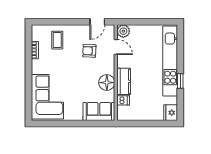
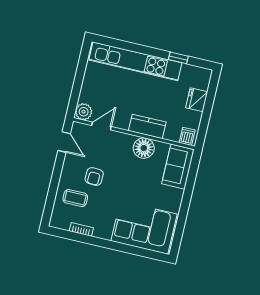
armchair: (89, 51) -> (94, 177), moved
window: (180, 81) -> (178, 58), moved
dishwasher: (123, 100) -> (187, 136), moved
fridge: (171, 113) -> (197, 100), moved, turned 90

